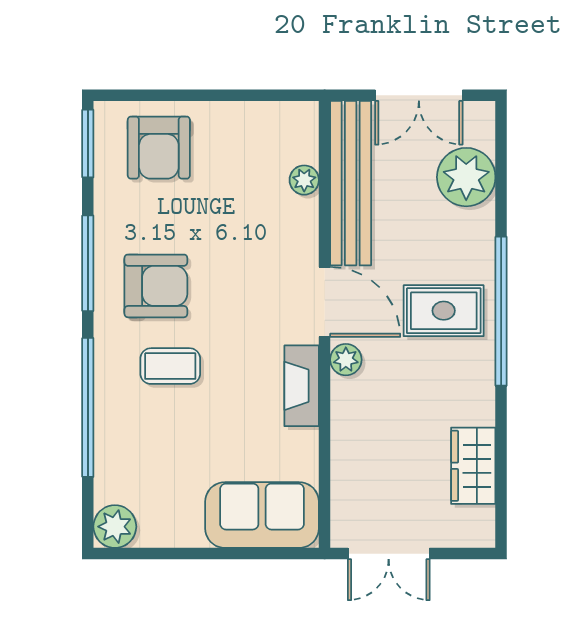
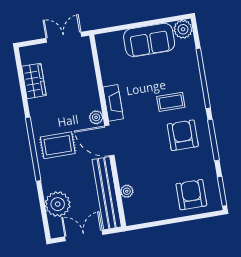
armchair: (156, 286) -> (183, 135), turned 90
sofa: (262, 515) -> (149, 40), moved

